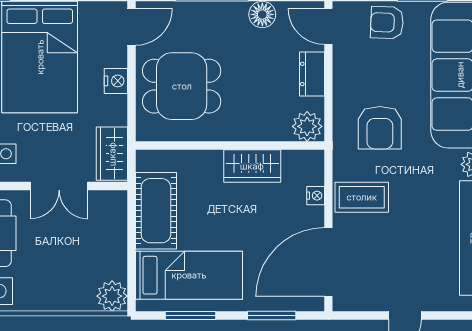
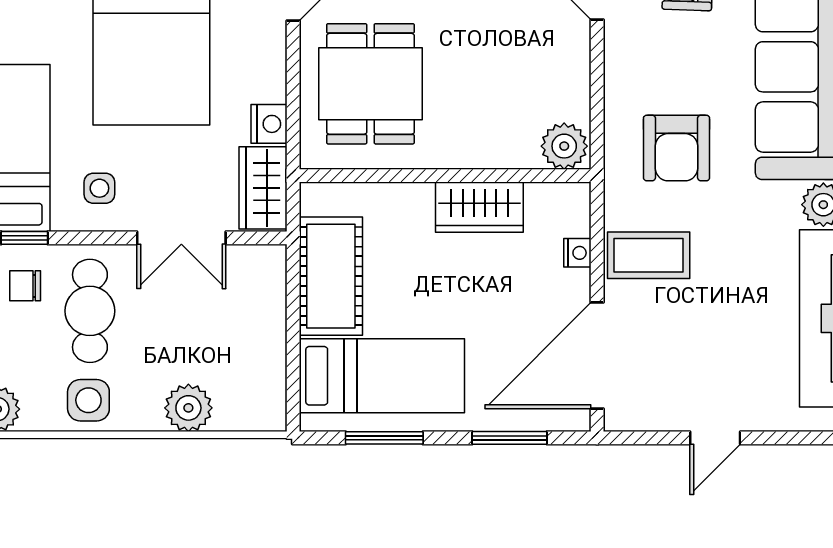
dresser: (312, 74) -> (572, 65), removed
nightstand: (116, 81) -> (269, 124), moved
dining table: (182, 86) -> (370, 84), turned 90
plant: (112, 296) -> (188, 408), moved

